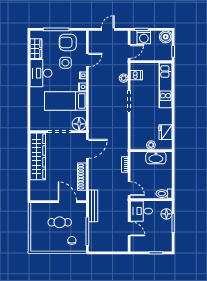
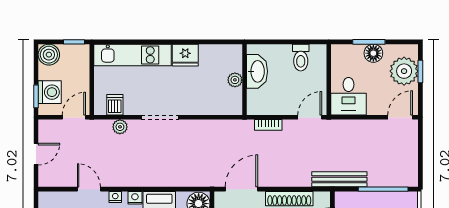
door: (108, 29) -> (36, 154), swing flipped
door: (129, 51) -> (74, 117), hinge flipped
fridge: (165, 132) -> (185, 55), moved
door: (87, 149) -> (241, 189), hinge flipped
toilet: (164, 194) -> (301, 58), moved
floor lamp: (166, 214) -> (373, 53), moved
door: (129, 229) -> (400, 117), moved
plant: (156, 243) -> (404, 71), added

